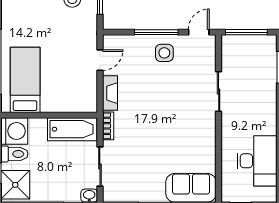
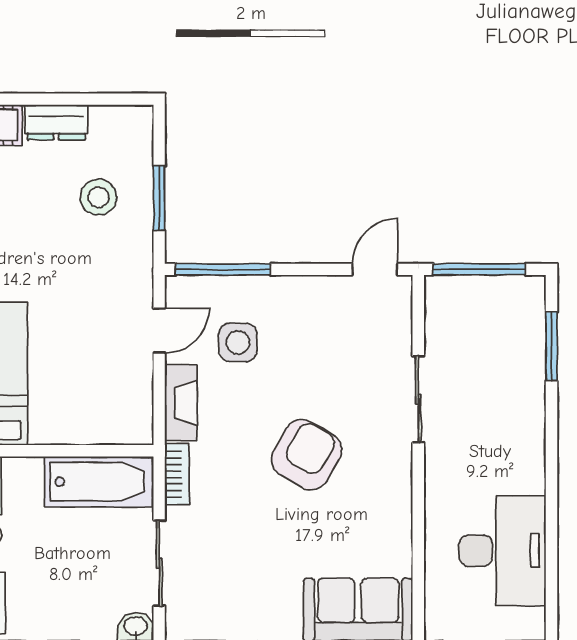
window: (156, 32) -> (223, 269), moved
side table: (164, 53) -> (238, 342), moved
armchair: (167, 117) -> (307, 455), added

